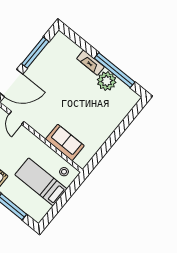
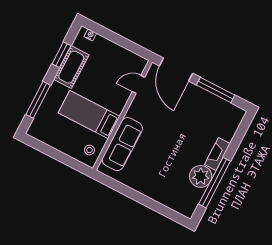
sofa: (65, 143) -> (122, 144), width x1.36
bed: (41, 182) -> (89, 115), moved, turned -90

